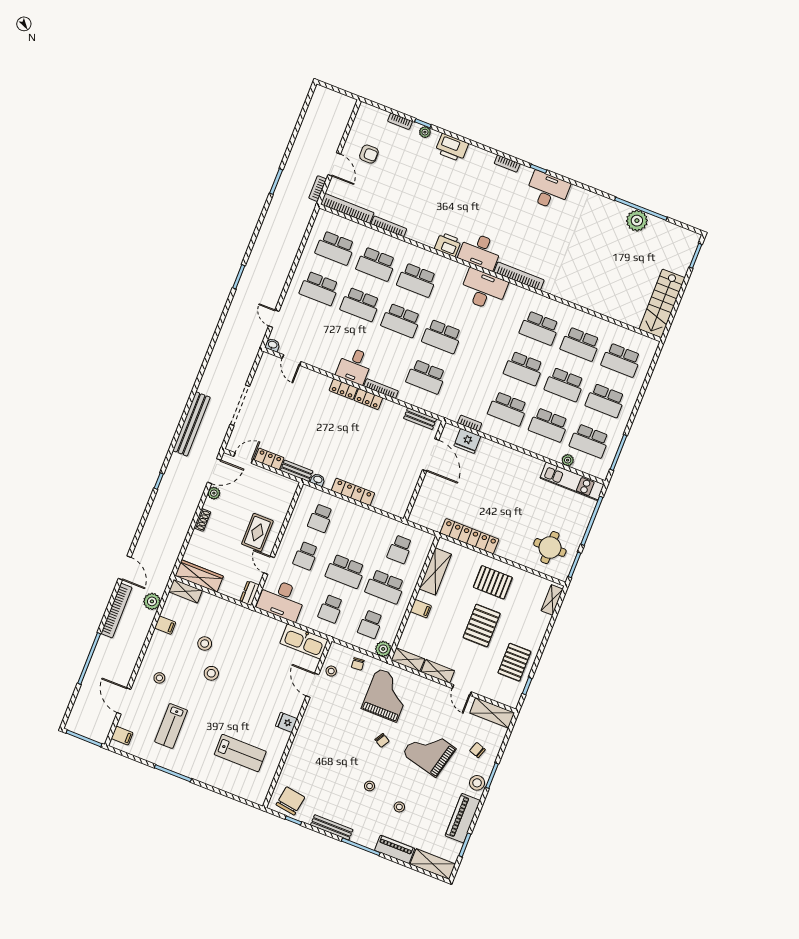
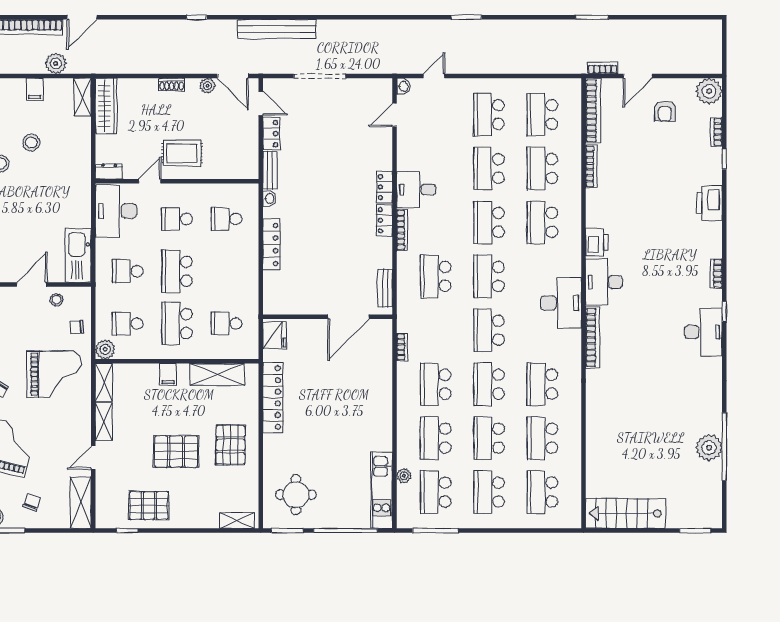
plant: (425, 132) -> (709, 91), moved, width x1.87, depth x1.87
school desk: (483, 352) -> (489, 330), added
fridge: (467, 441) -> (275, 335), moved, turned 180

